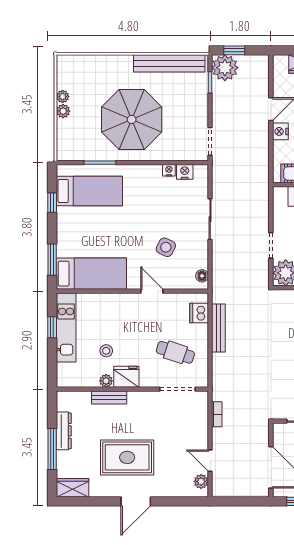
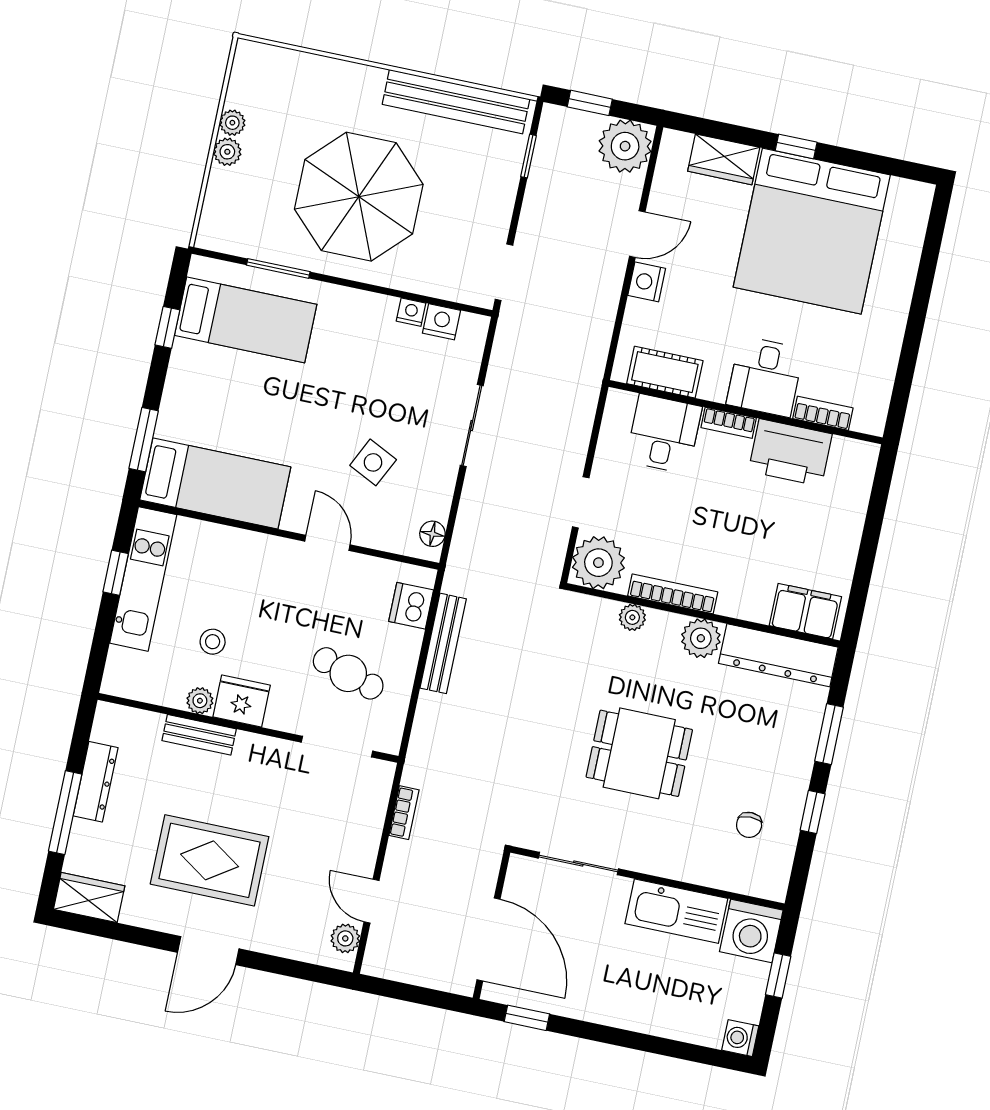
plant: (225, 68) -> (625, 146), moved

